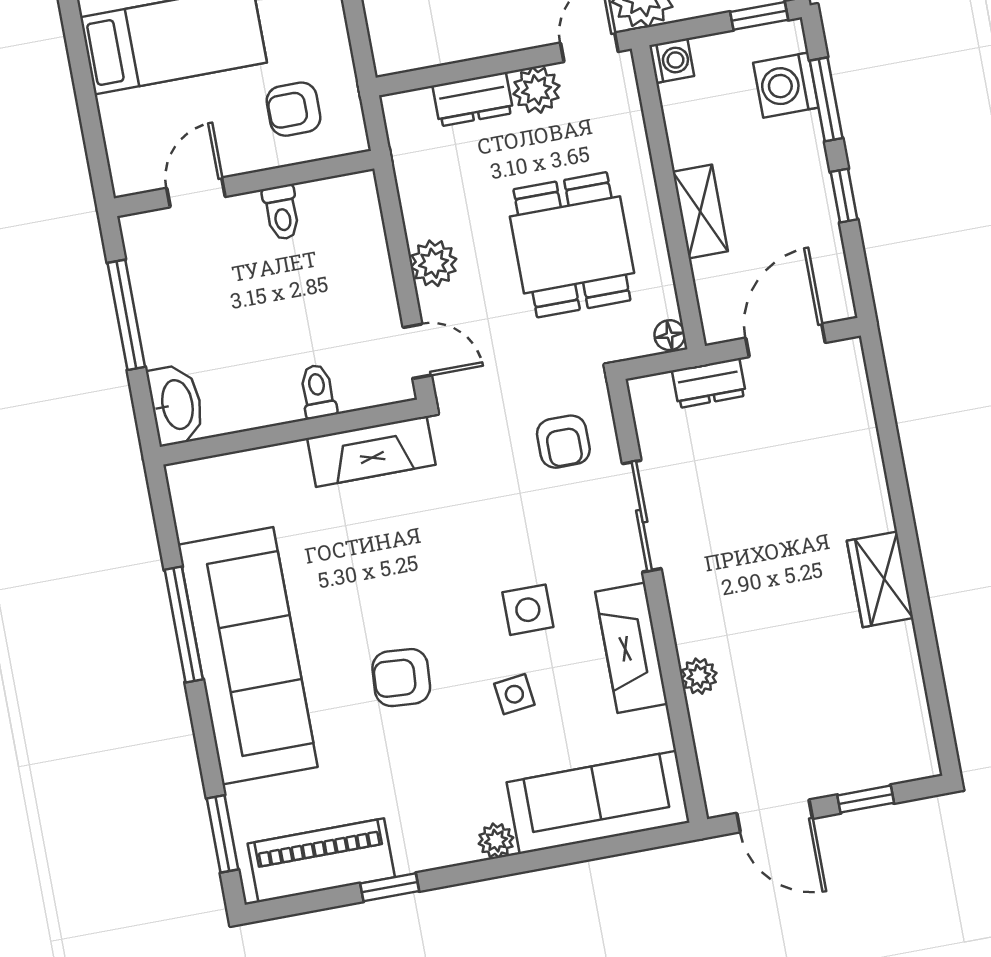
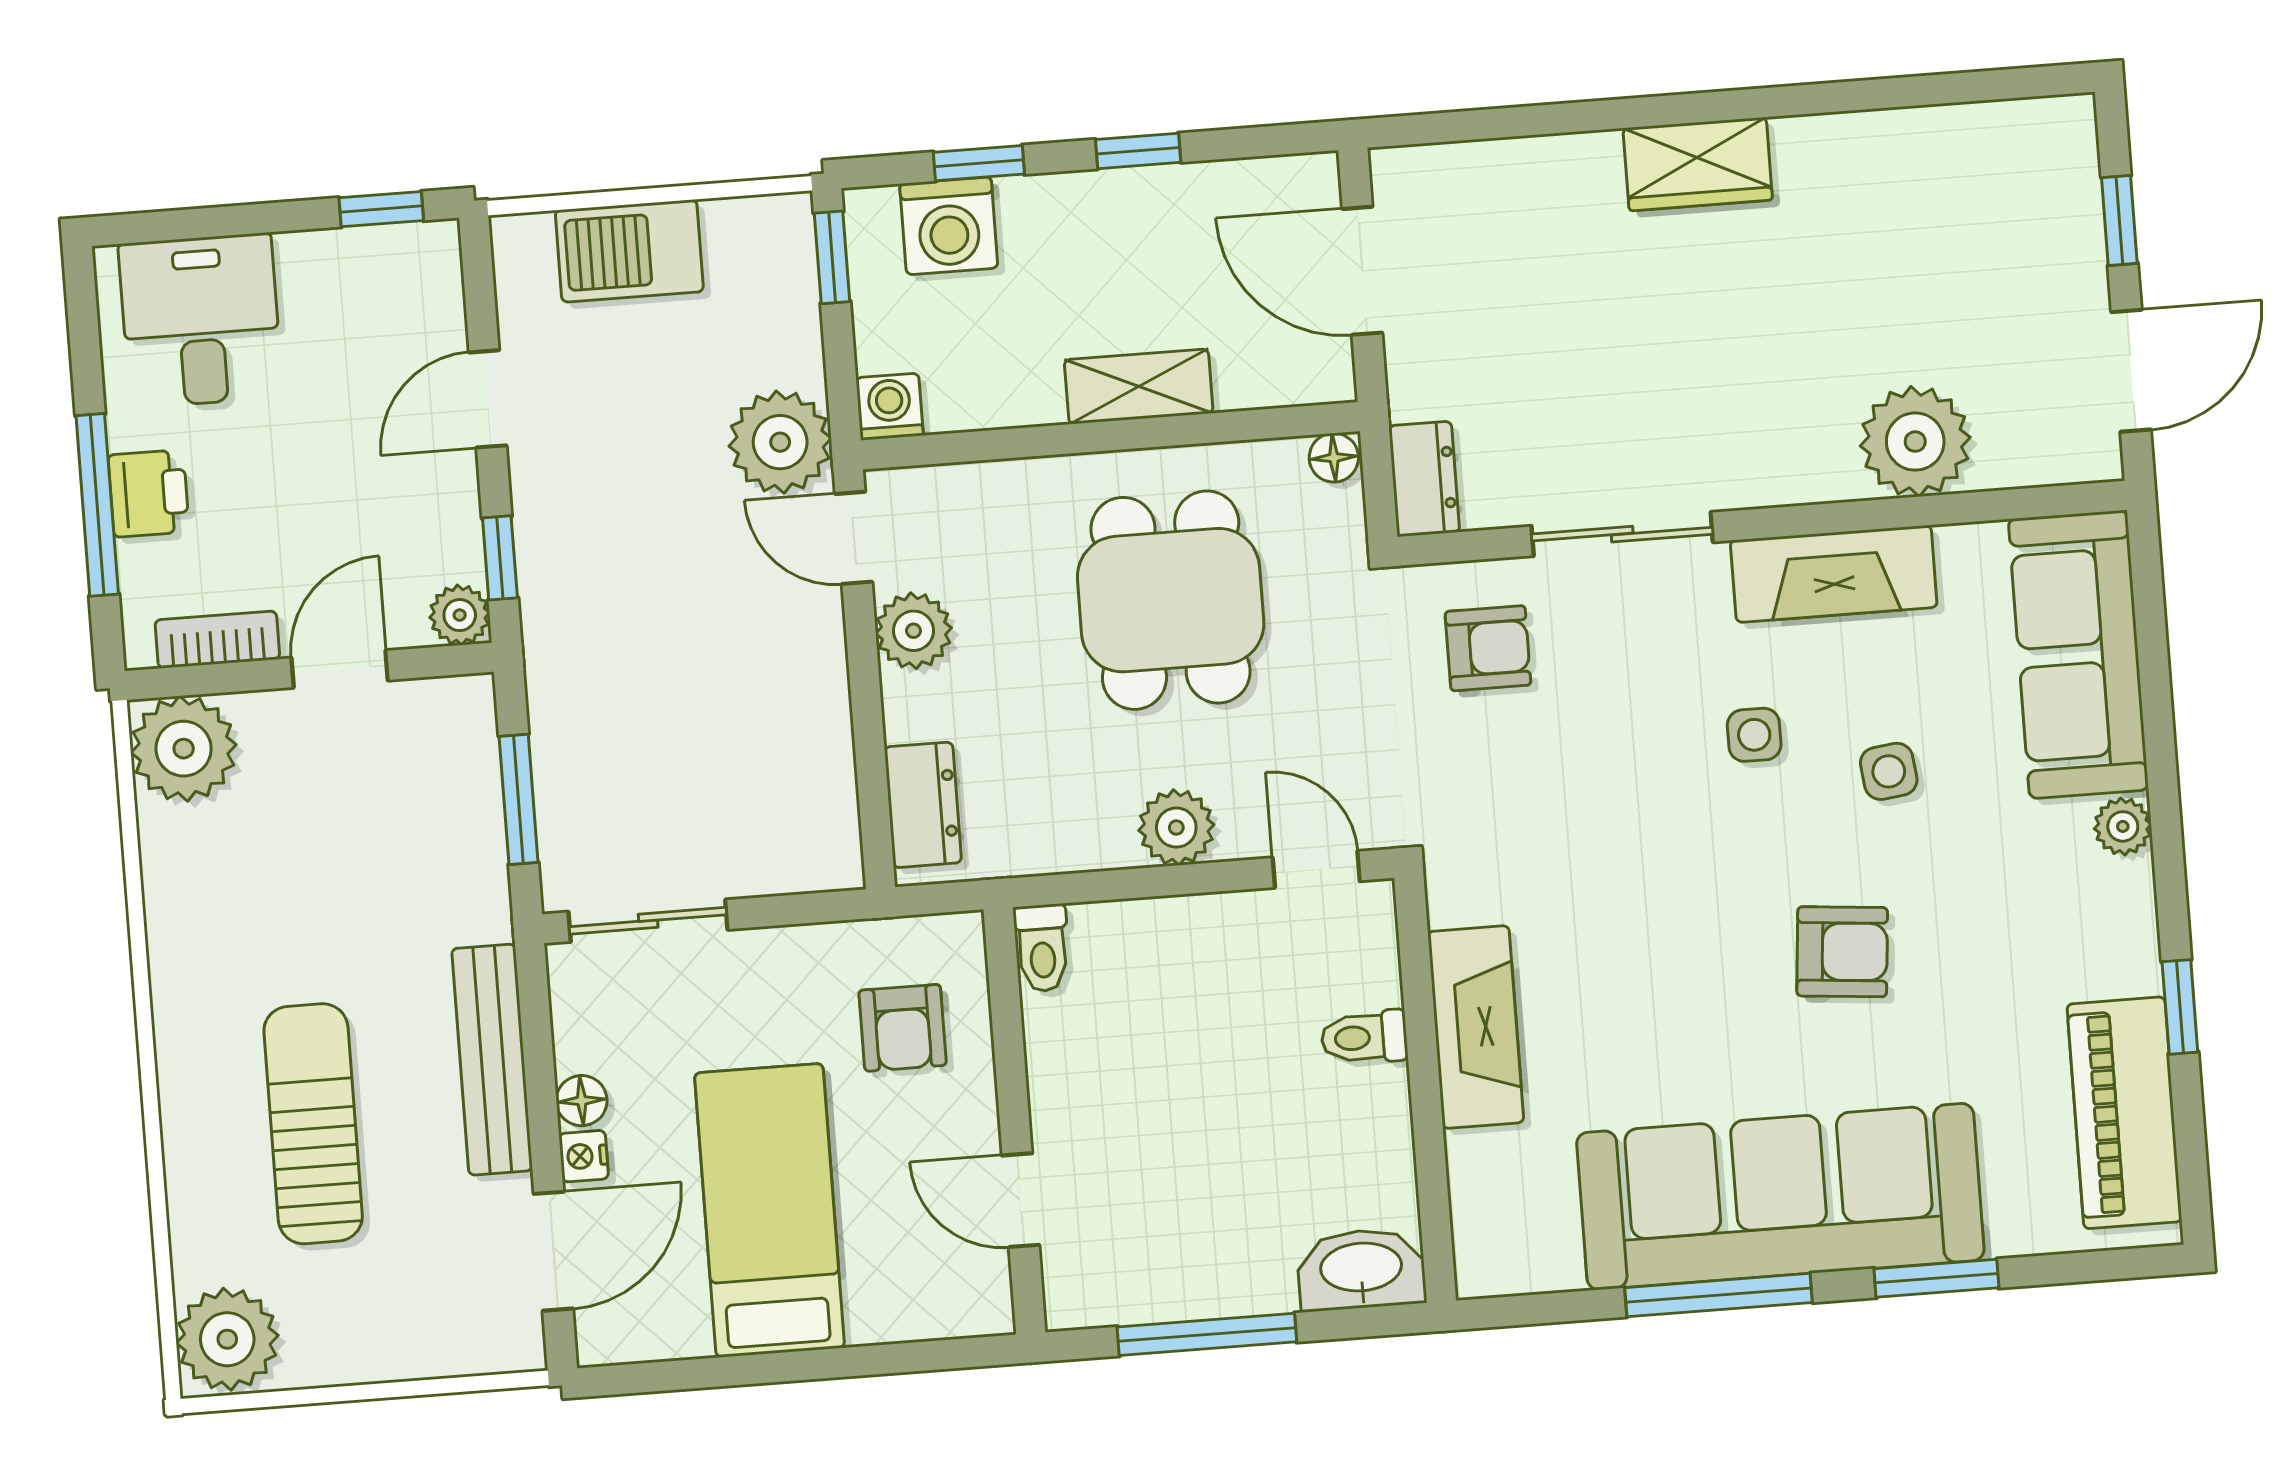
dresser: (473, 99) -> (923, 805), moved
window: (826, 99) -> (979, 163), width x0.67
toilet: (282, 212) -> (1042, 948), moved, turned 90
dining table: (572, 245) -> (1171, 600), turned 90
door: (417, 351) -> (1316, 869), hinge flipped
dresser: (709, 383) -> (1424, 479), moved
fireplace: (371, 451) -> (1476, 1027), moved
wardrobe: (880, 579) -> (1698, 164), moved
side table: (528, 610) -> (1754, 735), width x0.73, depth x0.73
plant: (699, 676) -> (1915, 442), width x1.88, depth x1.88
armchair: (401, 678) -> (1842, 952), turned -89
window: (222, 834) -> (1936, 1278), moved

